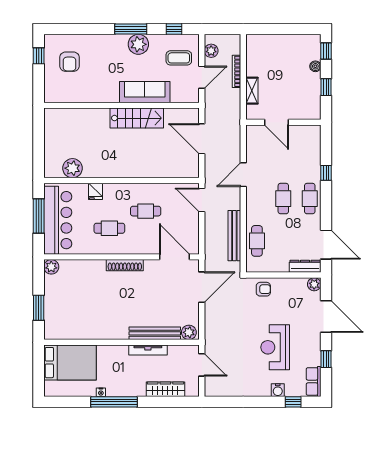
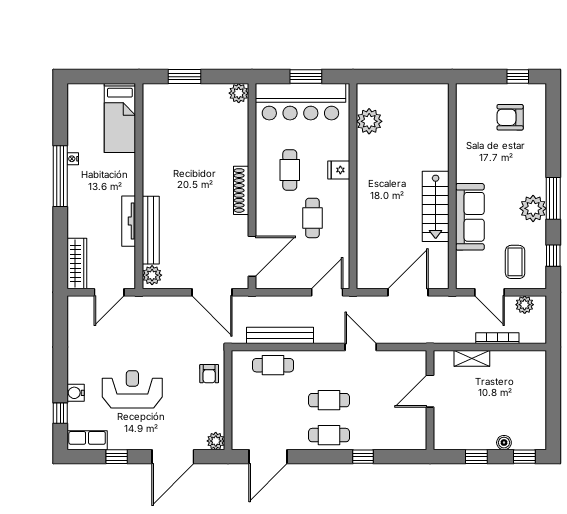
fridge: (95, 191) -> (339, 170), moved
window: (39, 216) -> (306, 77), width x0.69
dresser: (305, 266) -> (240, 429), removed
bed: (70, 363) -> (120, 118), width x0.67
wardrobe: (165, 389) -> (77, 264), moved

